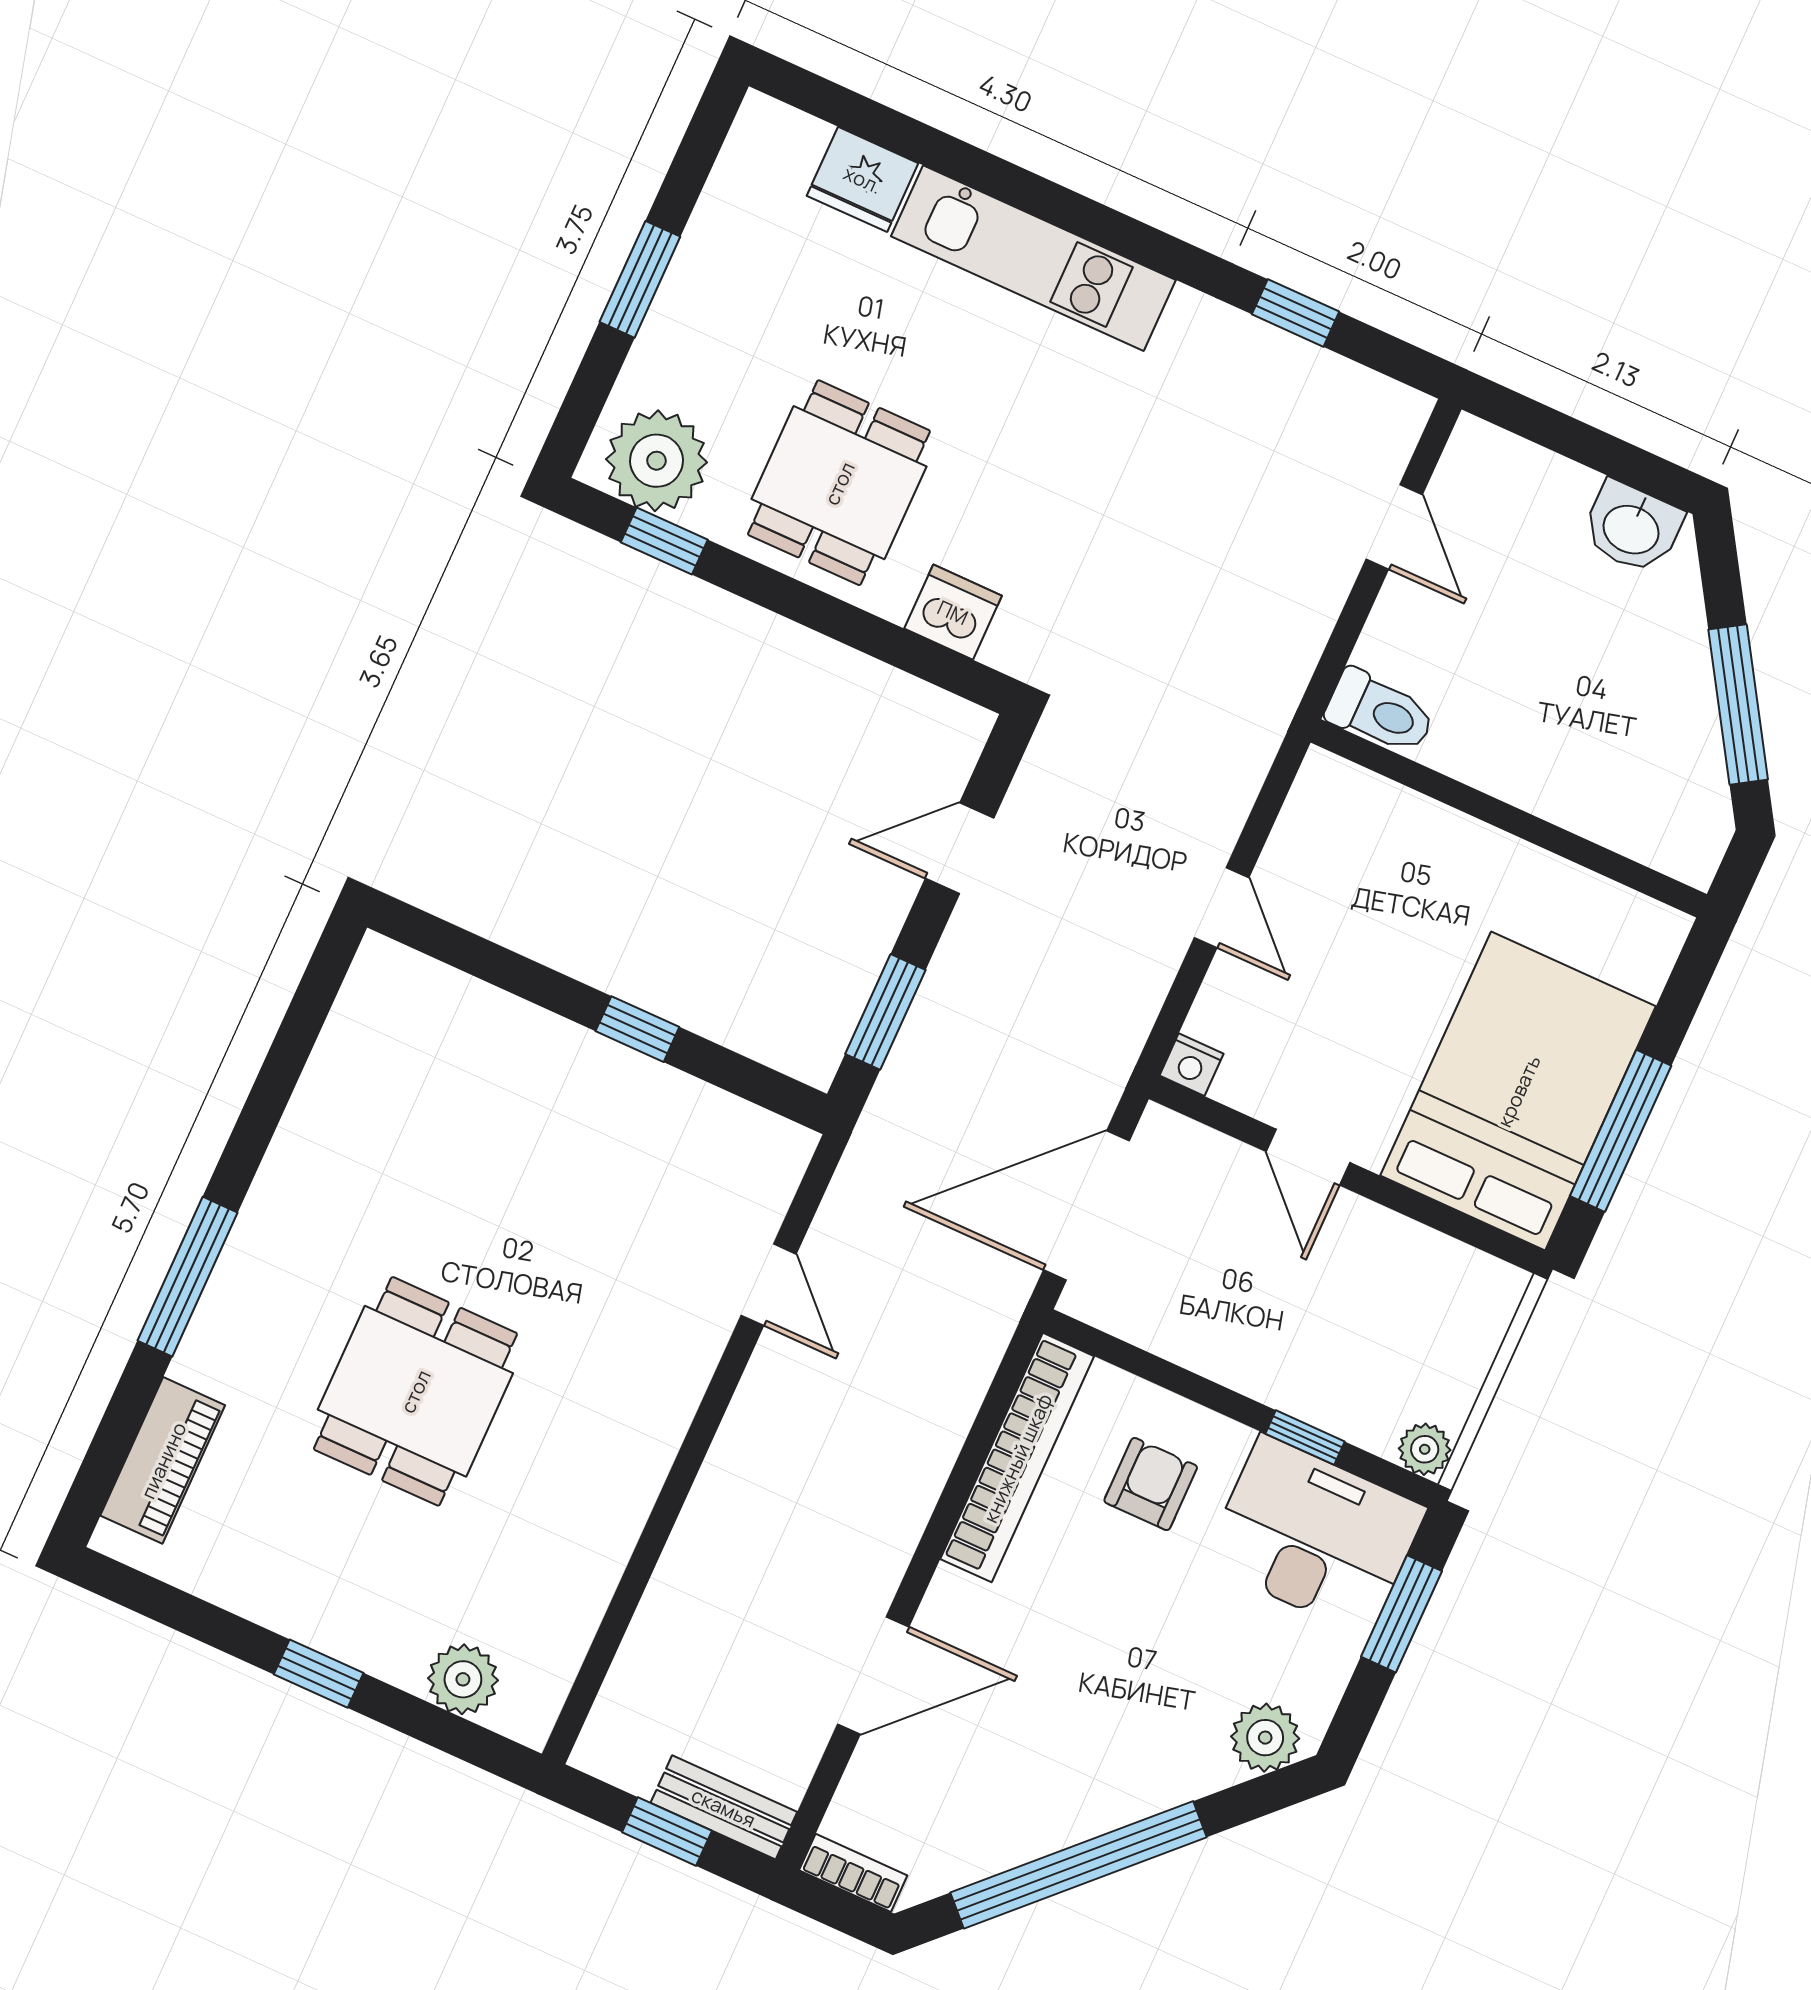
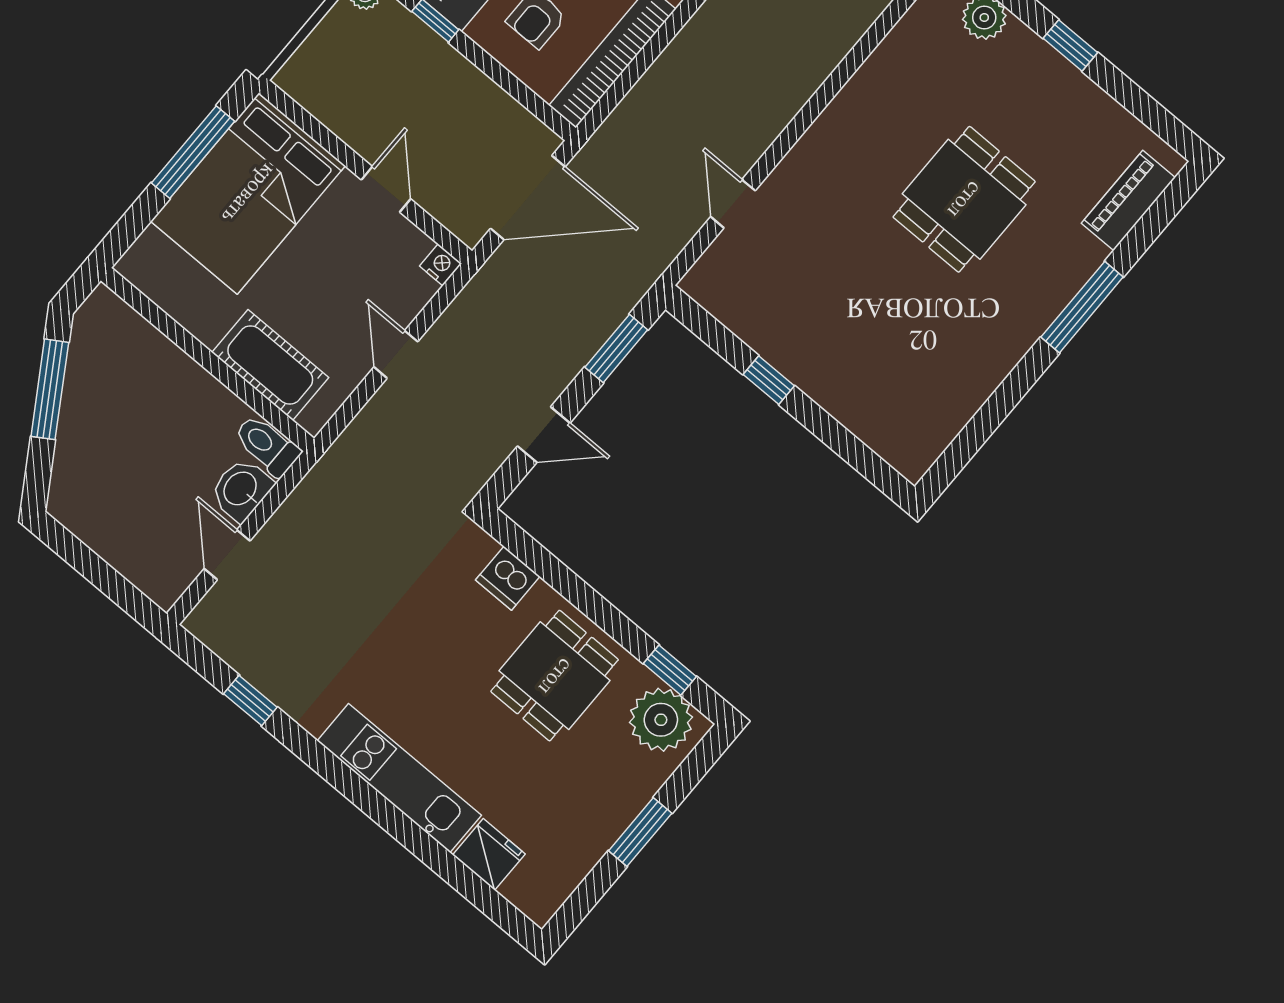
washbasin: (1632, 528) -> (241, 489), moved, turned -90
cot: (1410, 837) -> (270, 365), added

